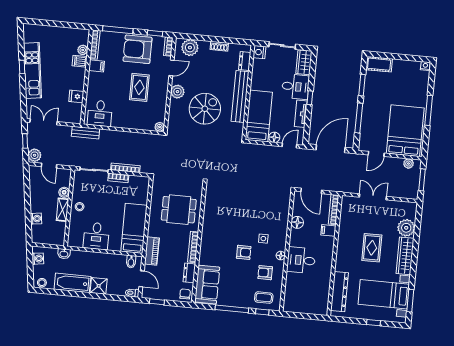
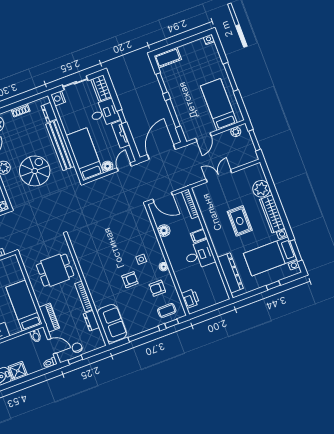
bed: (405, 131) -> (219, 104), width x0.67
filing cabinet: (328, 230) -> (199, 236), moved
desk: (301, 260) -> (199, 255), moved, turned 180
chair: (185, 294) -> (77, 348), moved
printer: (291, 297) -> (190, 299), added

